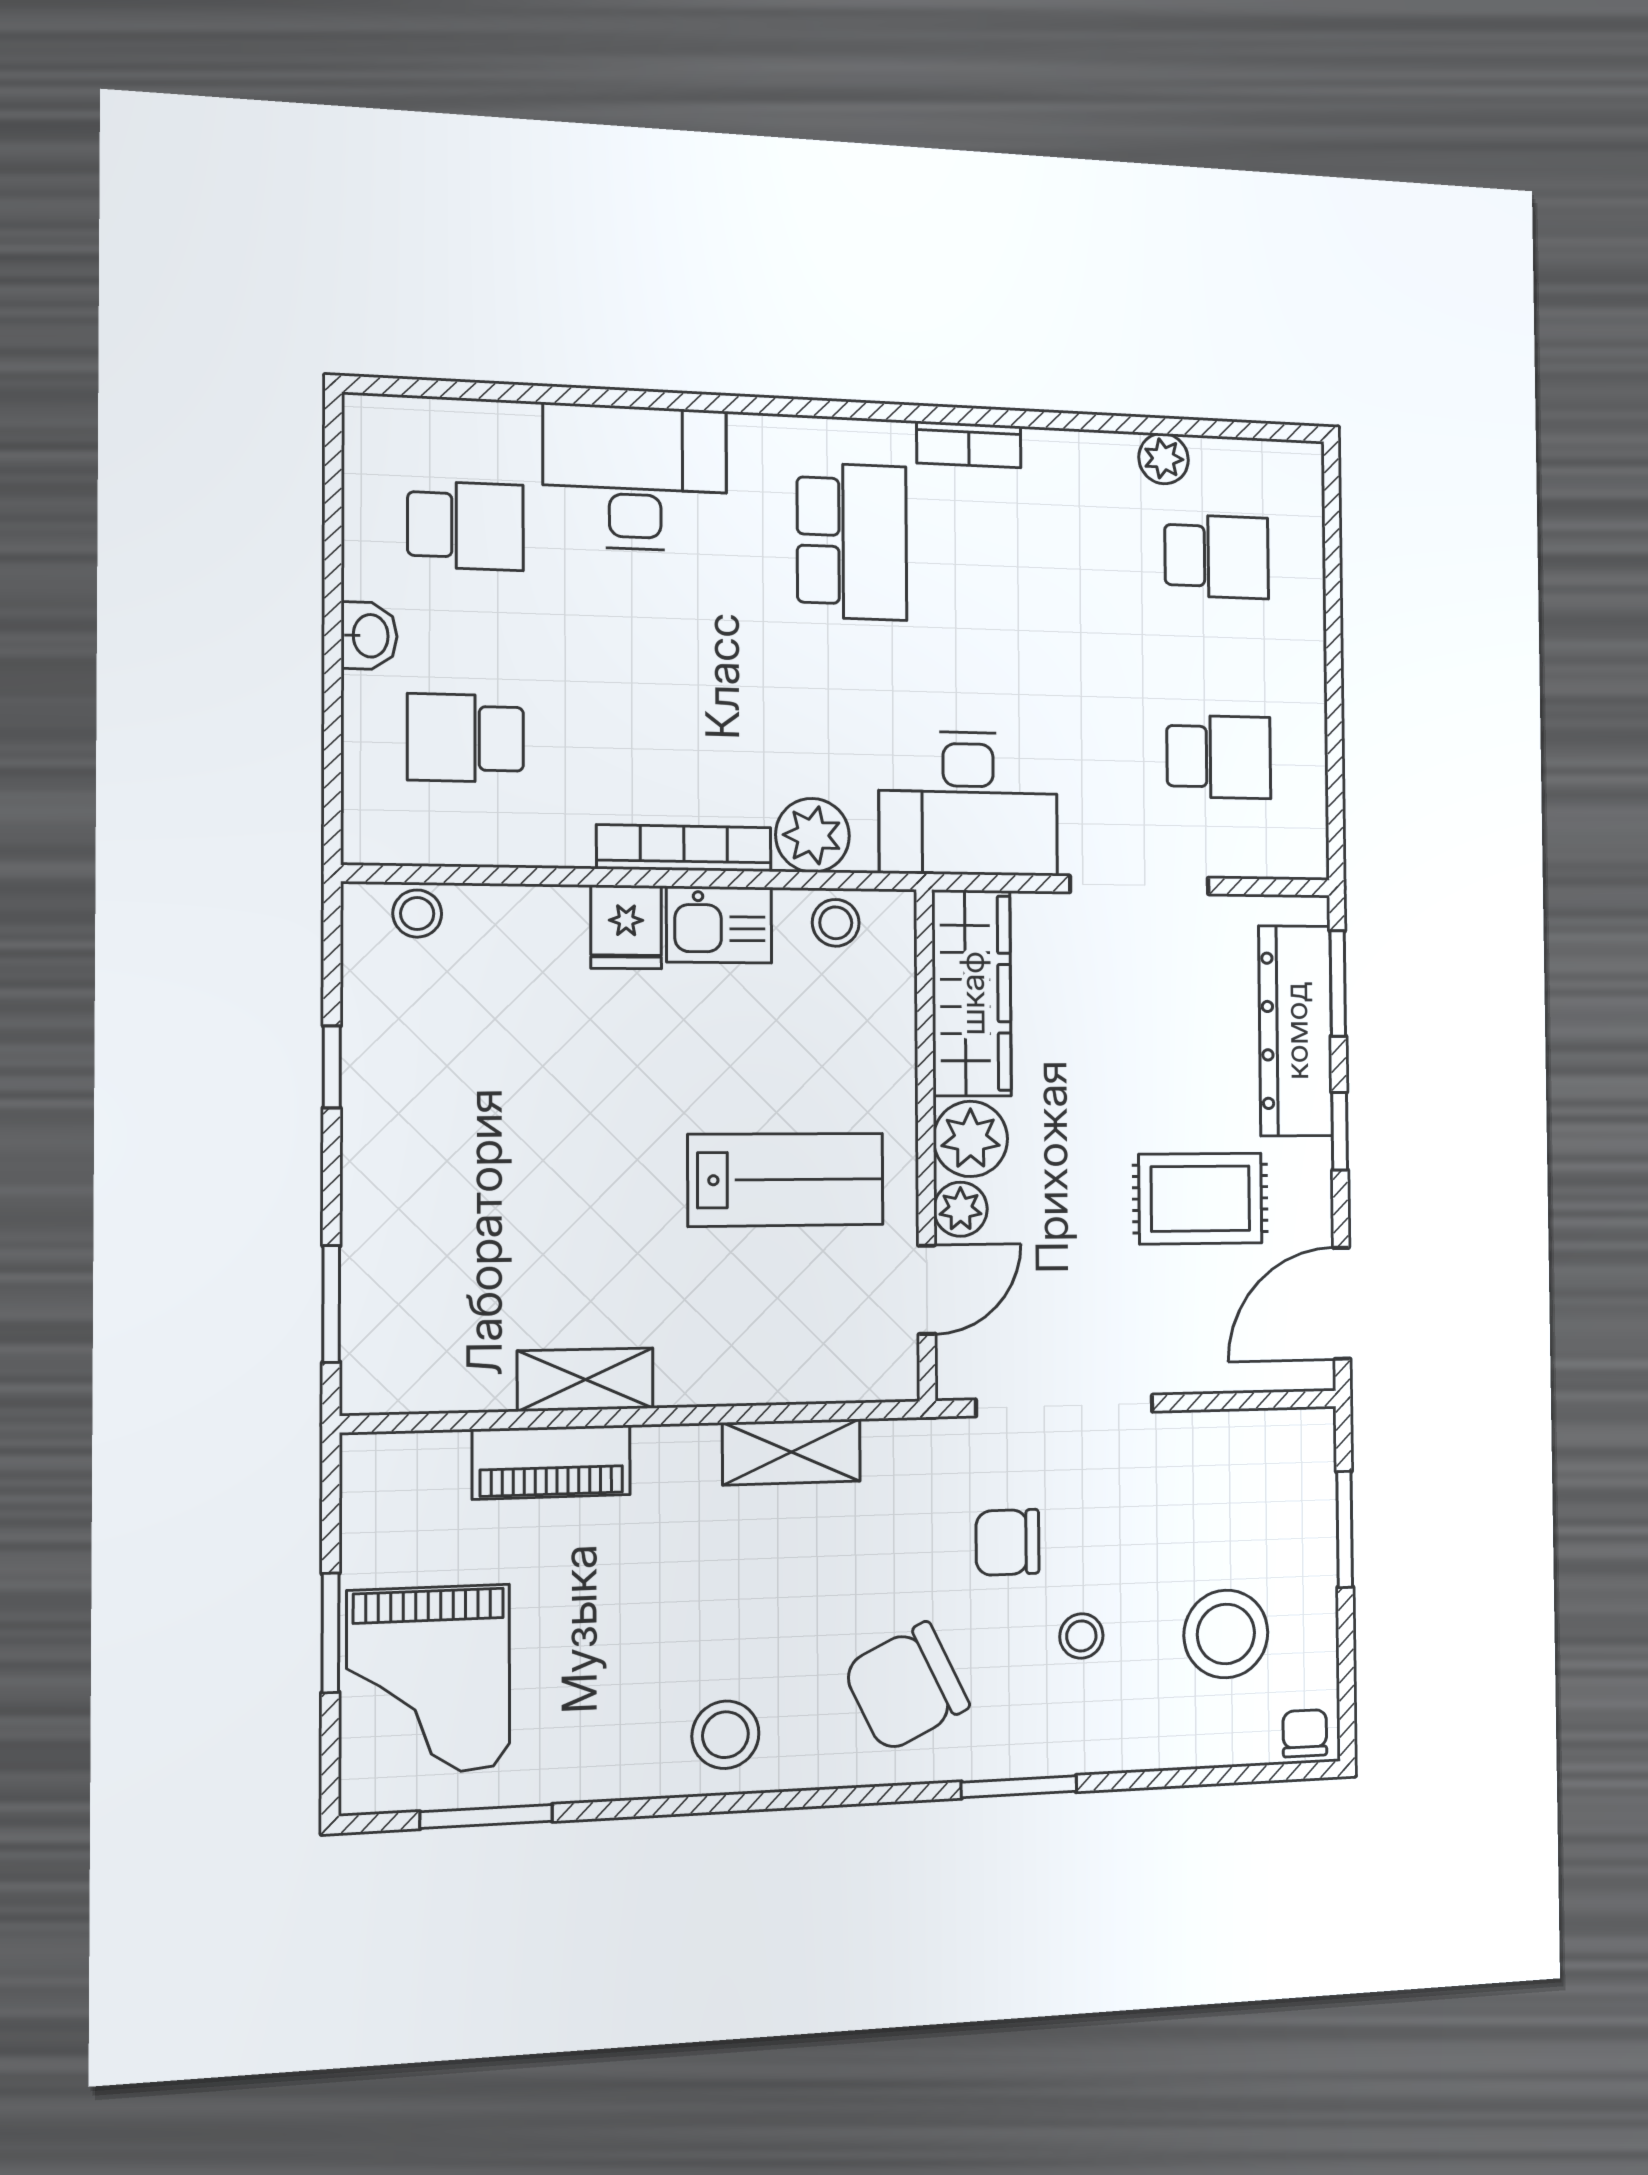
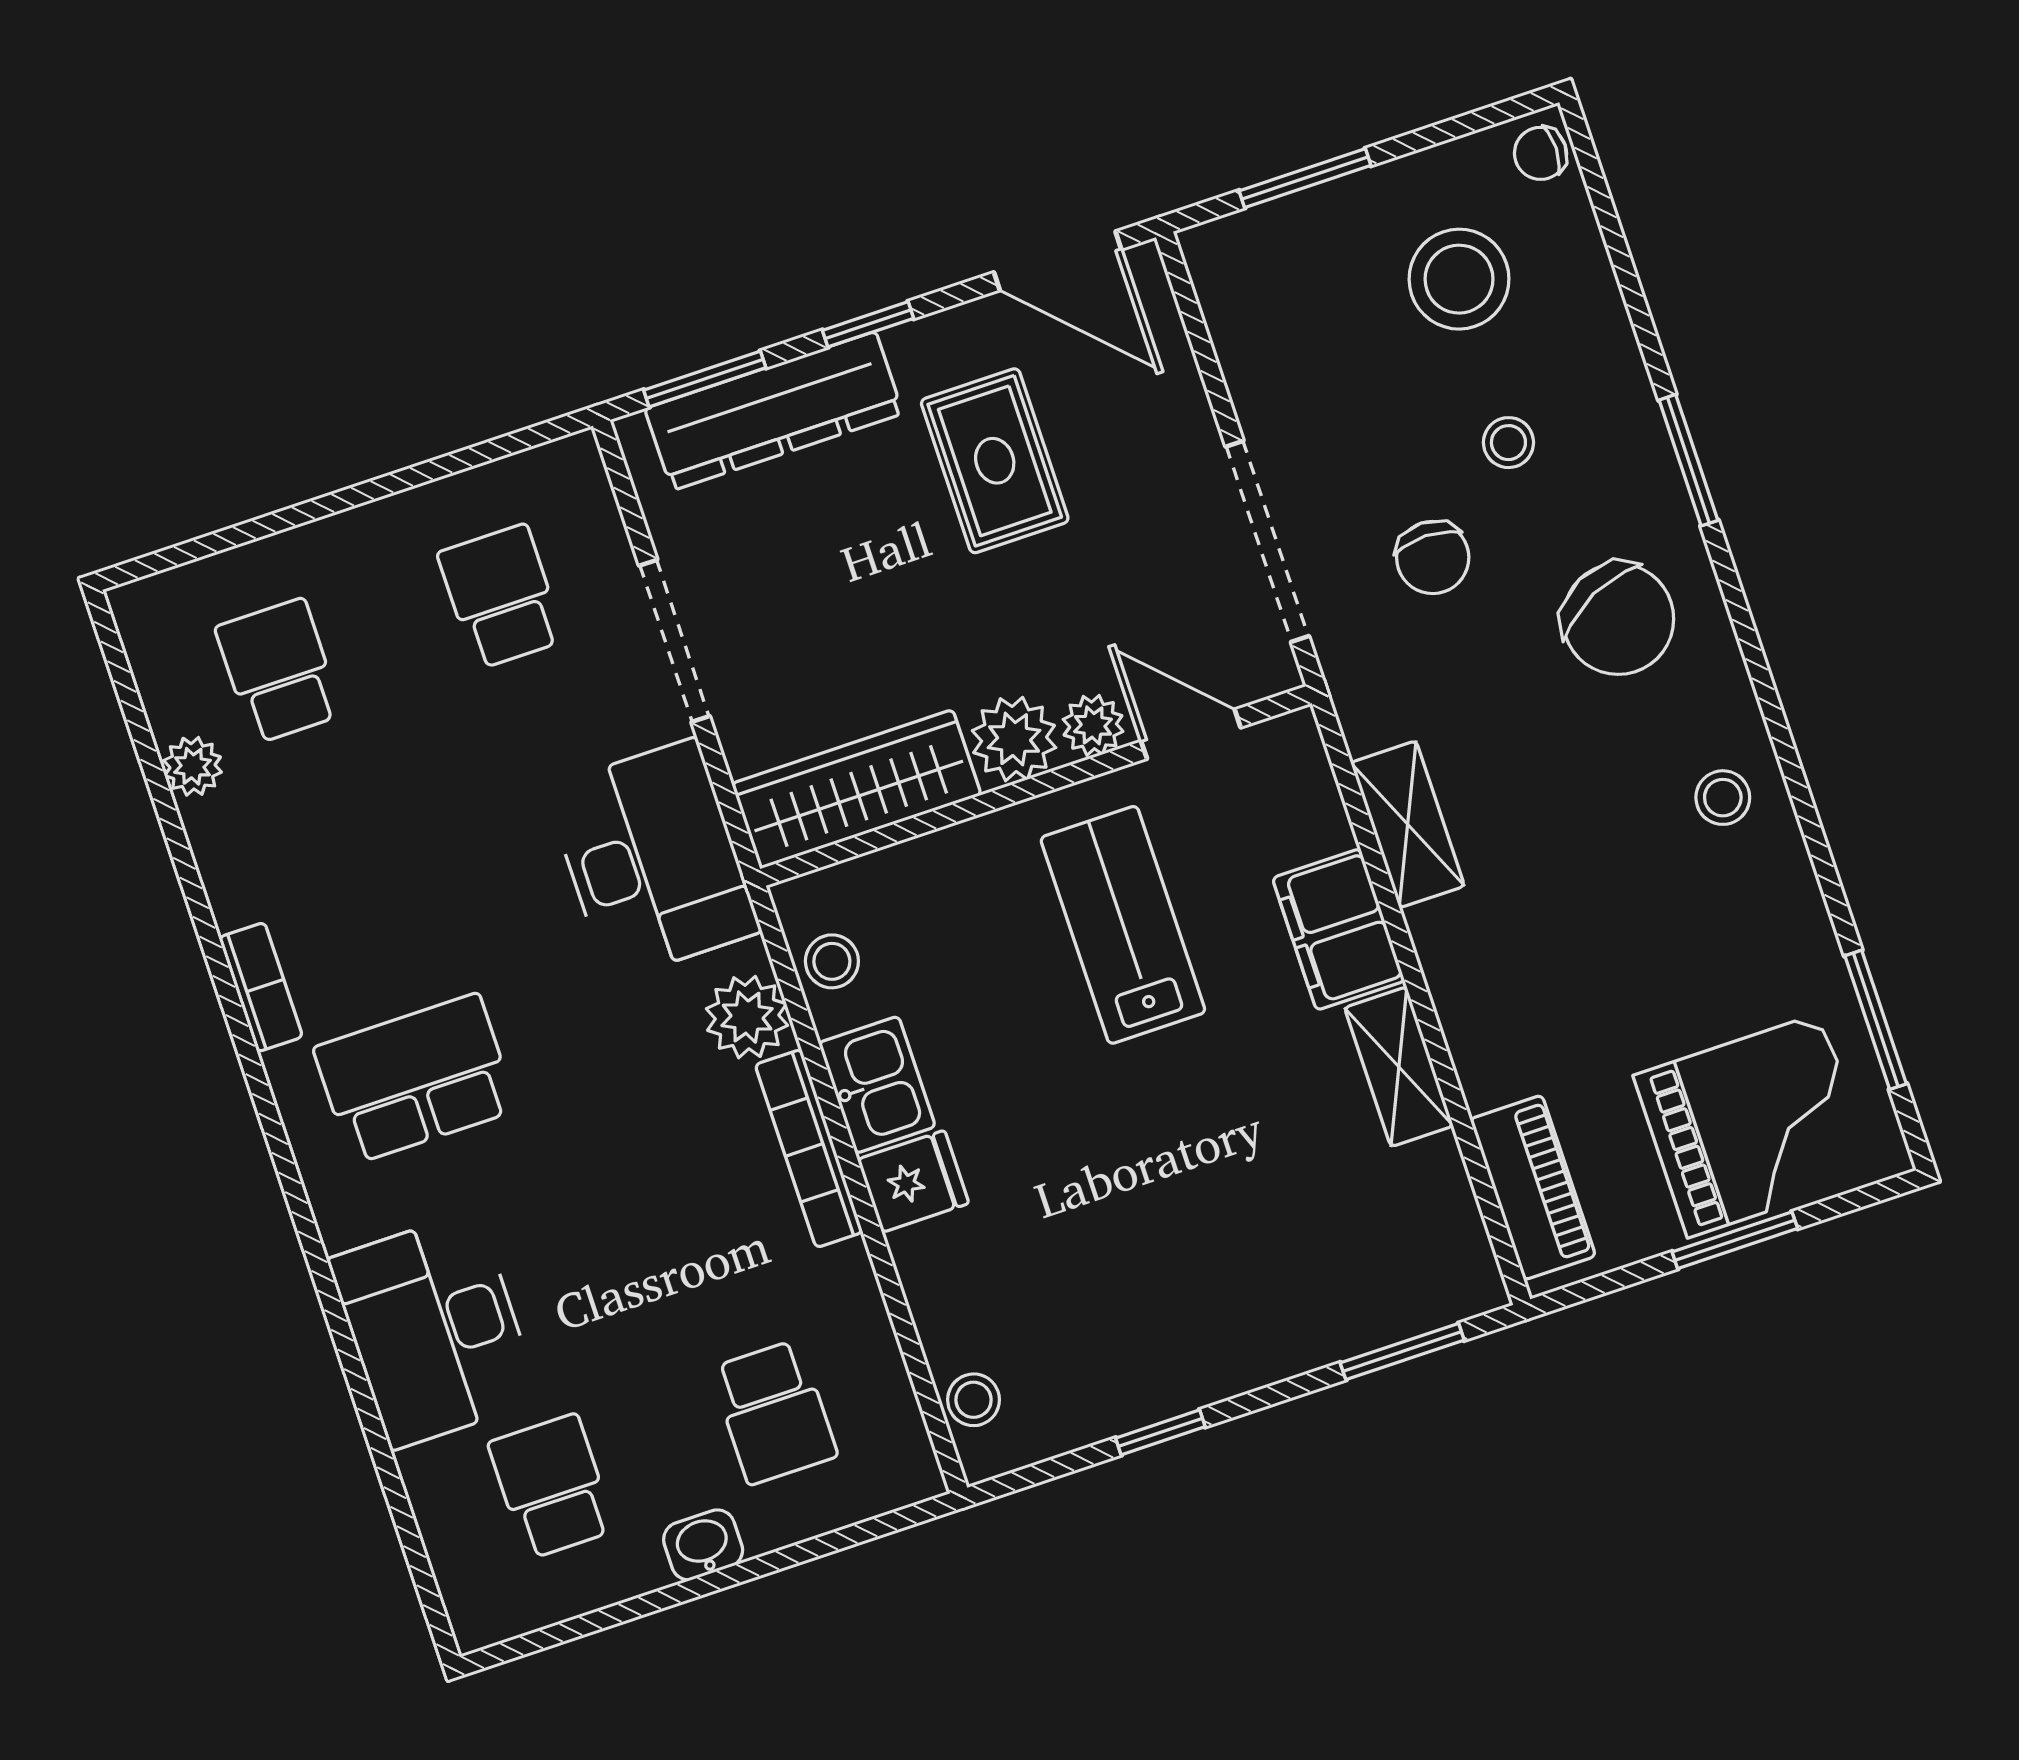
filing cabinet: (721, 1364) -> (1339, 929), added
piano: (551, 1462) -> (1533, 1188), moved
stool: (725, 1735) -> (1723, 798), width x0.73, depth x0.73

